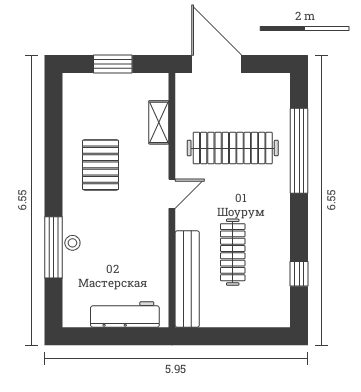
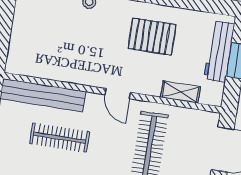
workbench: (125, 314) -> (219, 51), moved, turned 180

